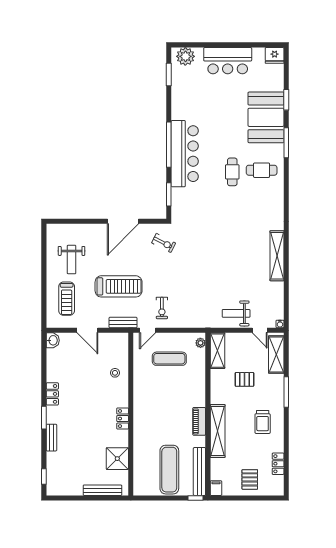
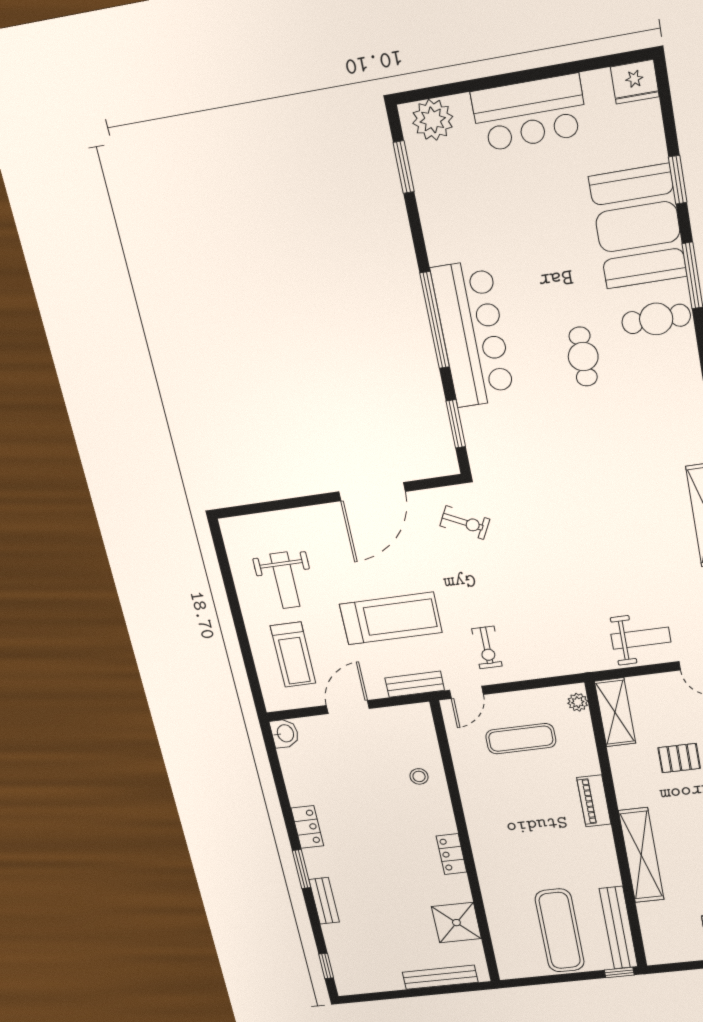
cafe table: (262, 170) -> (656, 319), moved
weight bench: (236, 313) -> (641, 638), turned 180
door: (87, 330) -> (348, 707), swing flipped
piano: (199, 421) -> (594, 801), moved
filing cabinet: (216, 488) -> (656, 952), removed

